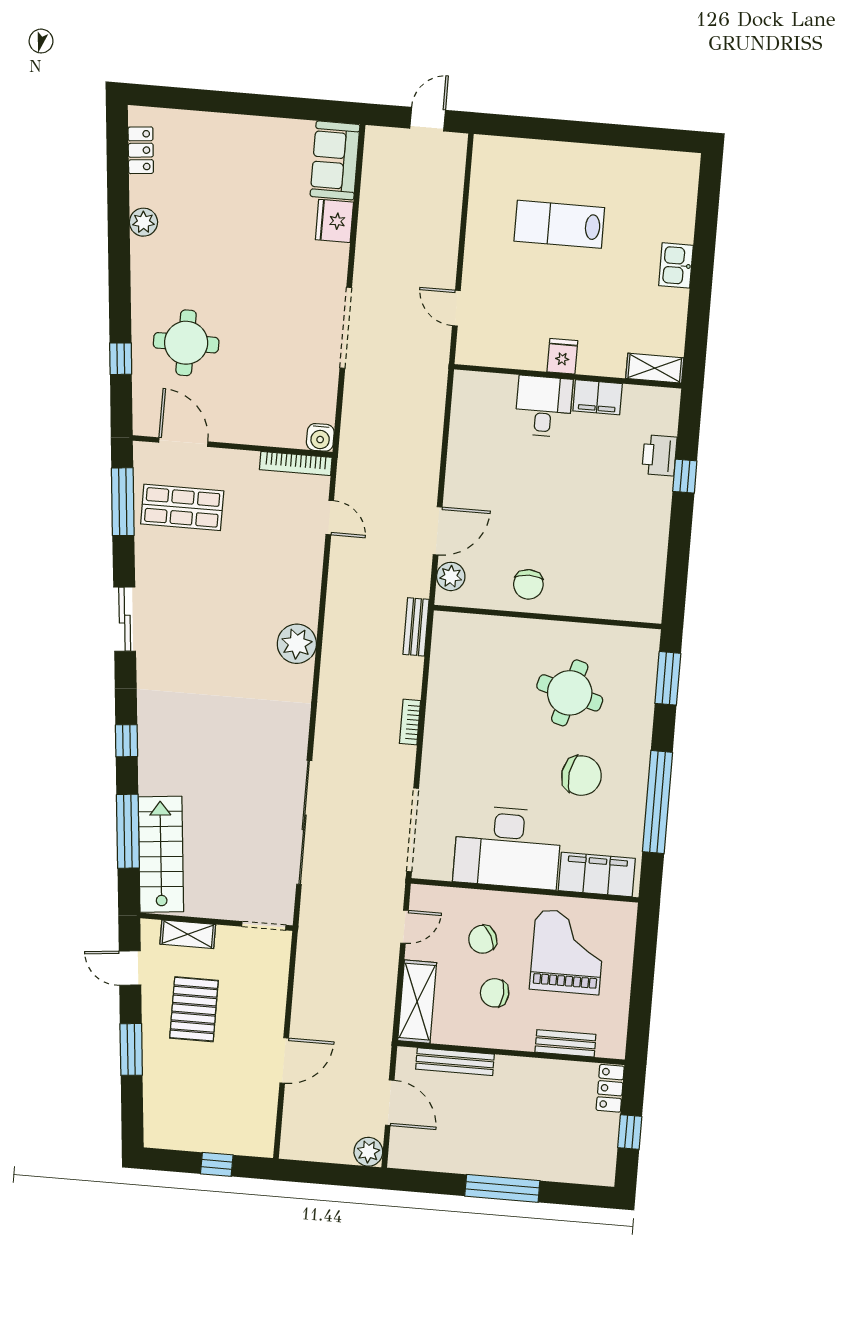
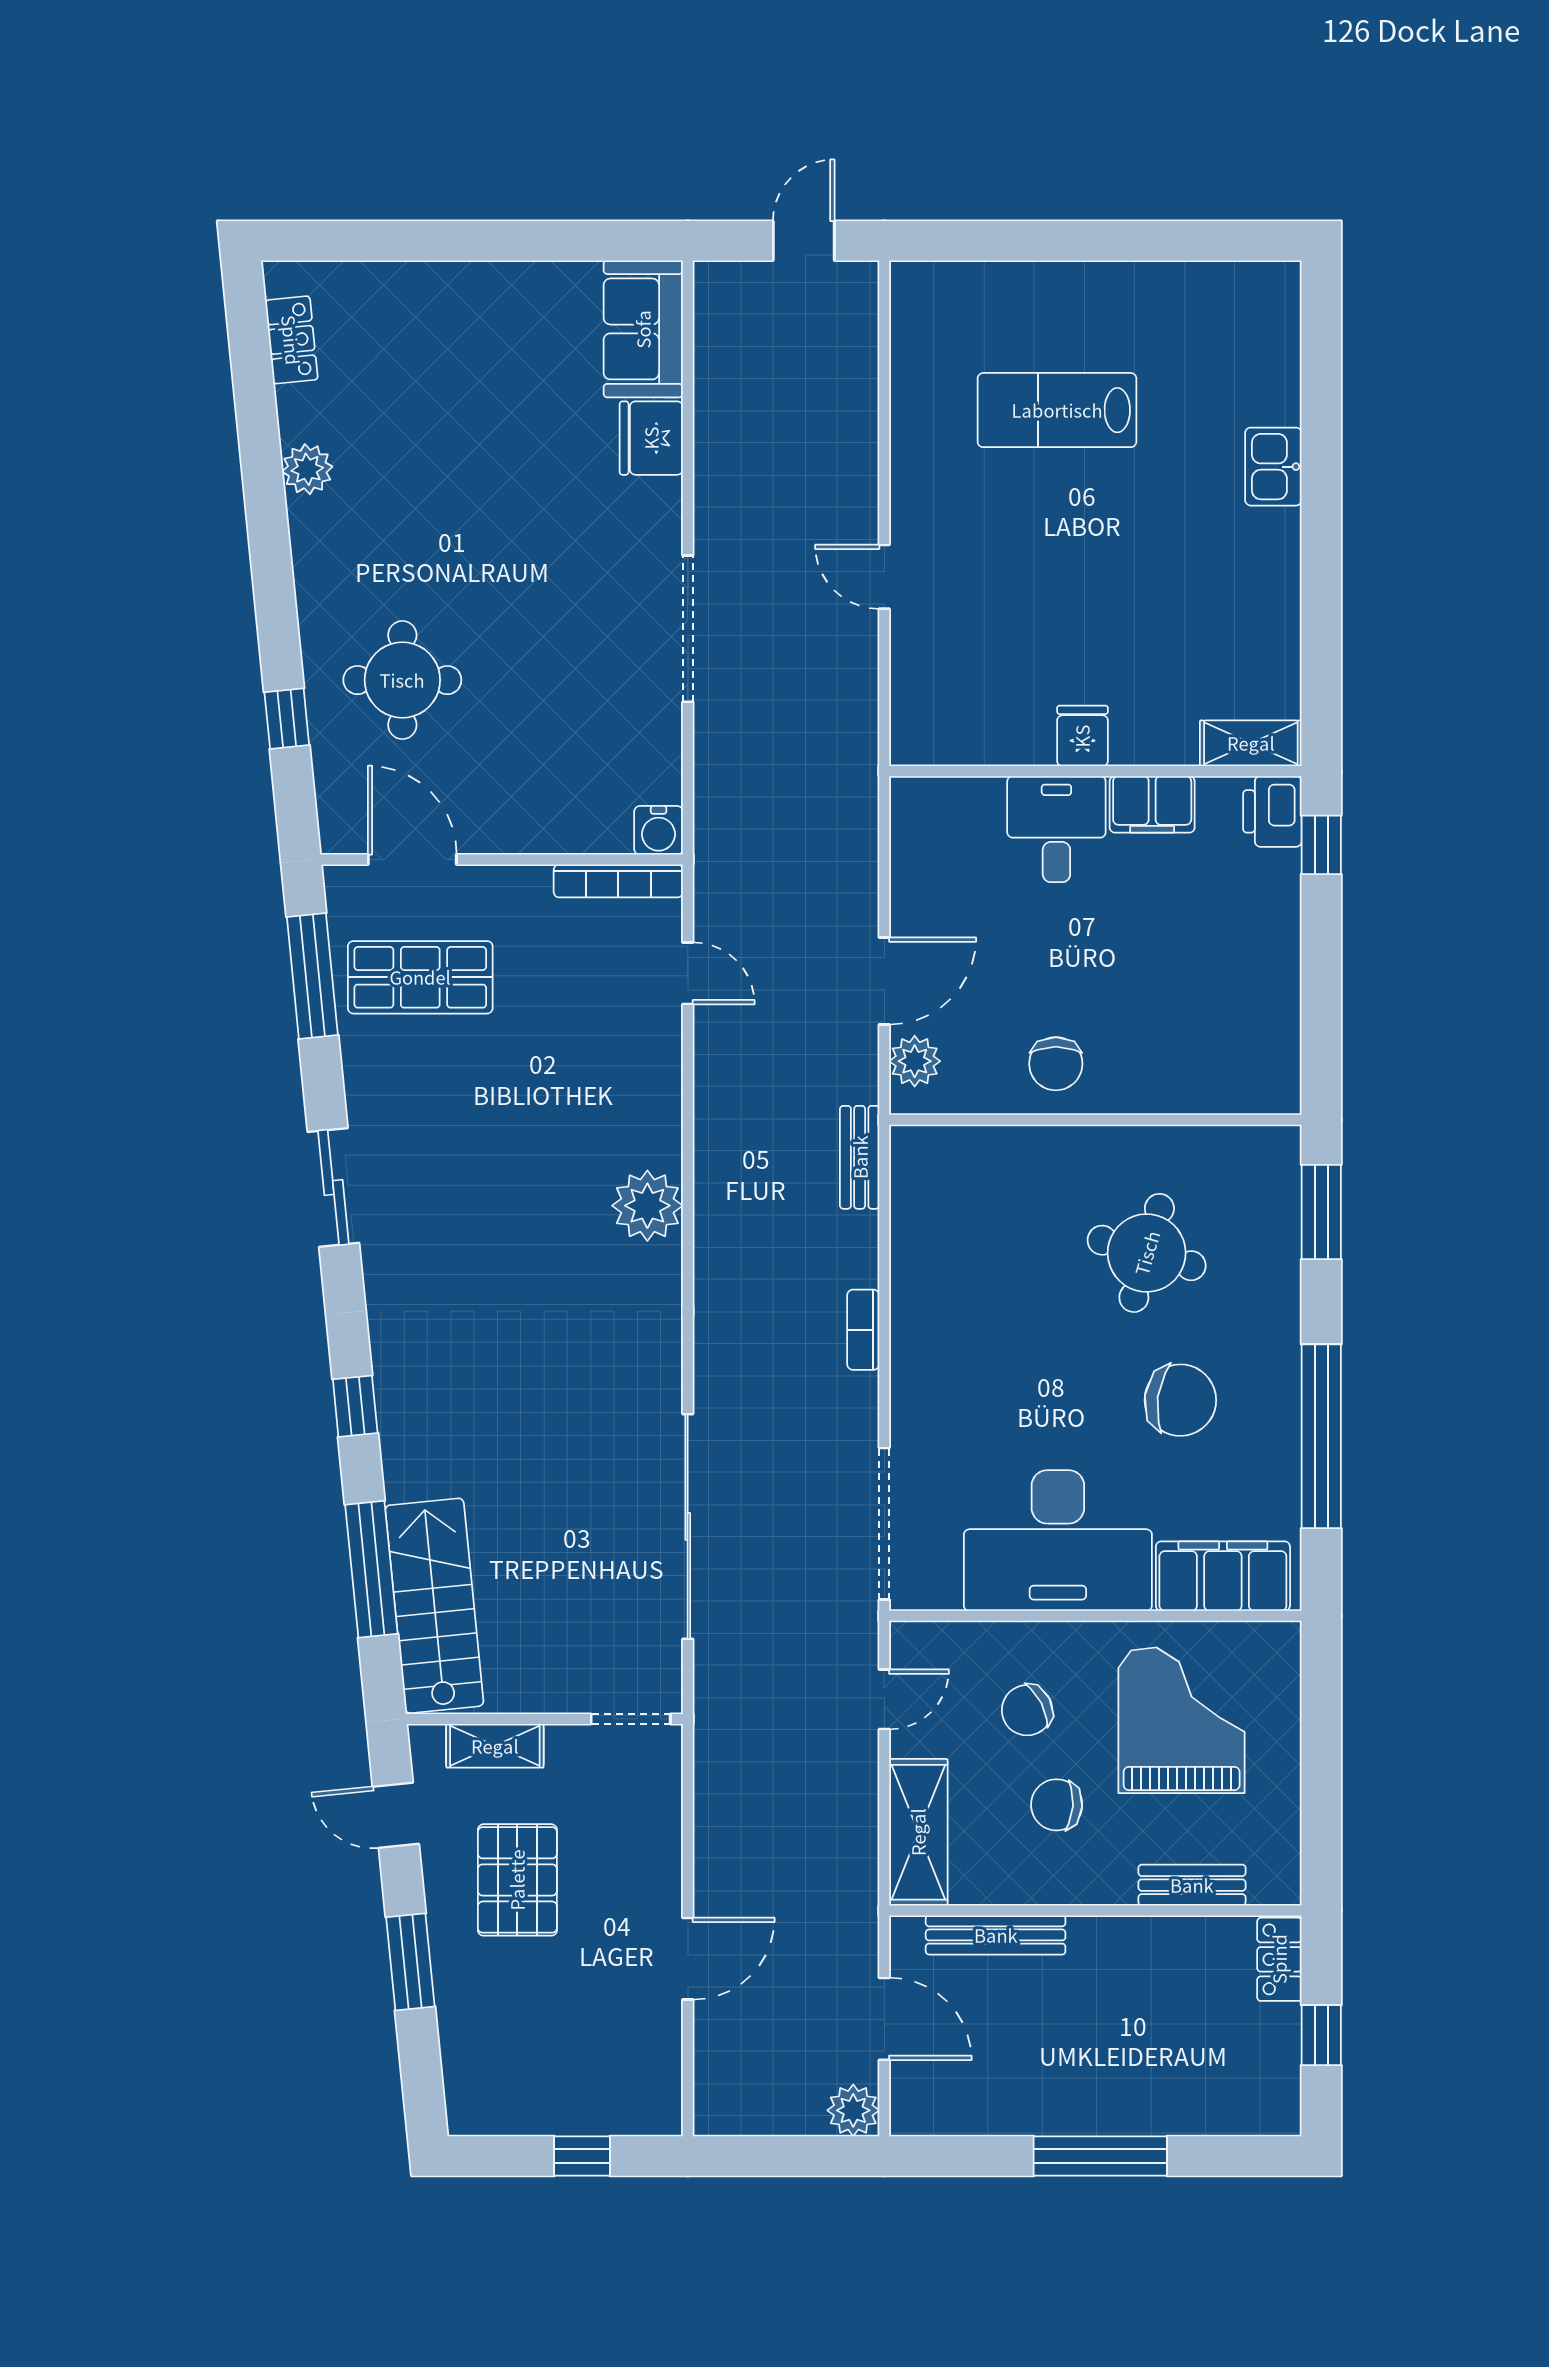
fridge: (562, 356) -> (1082, 736), moved
shelving: (655, 368) -> (1251, 743), moved
wall: (568, 376) -> (1095, 771), moved
filing cabinet: (598, 397) -> (1152, 804), moved
desk: (544, 406) -> (1056, 829), moved

